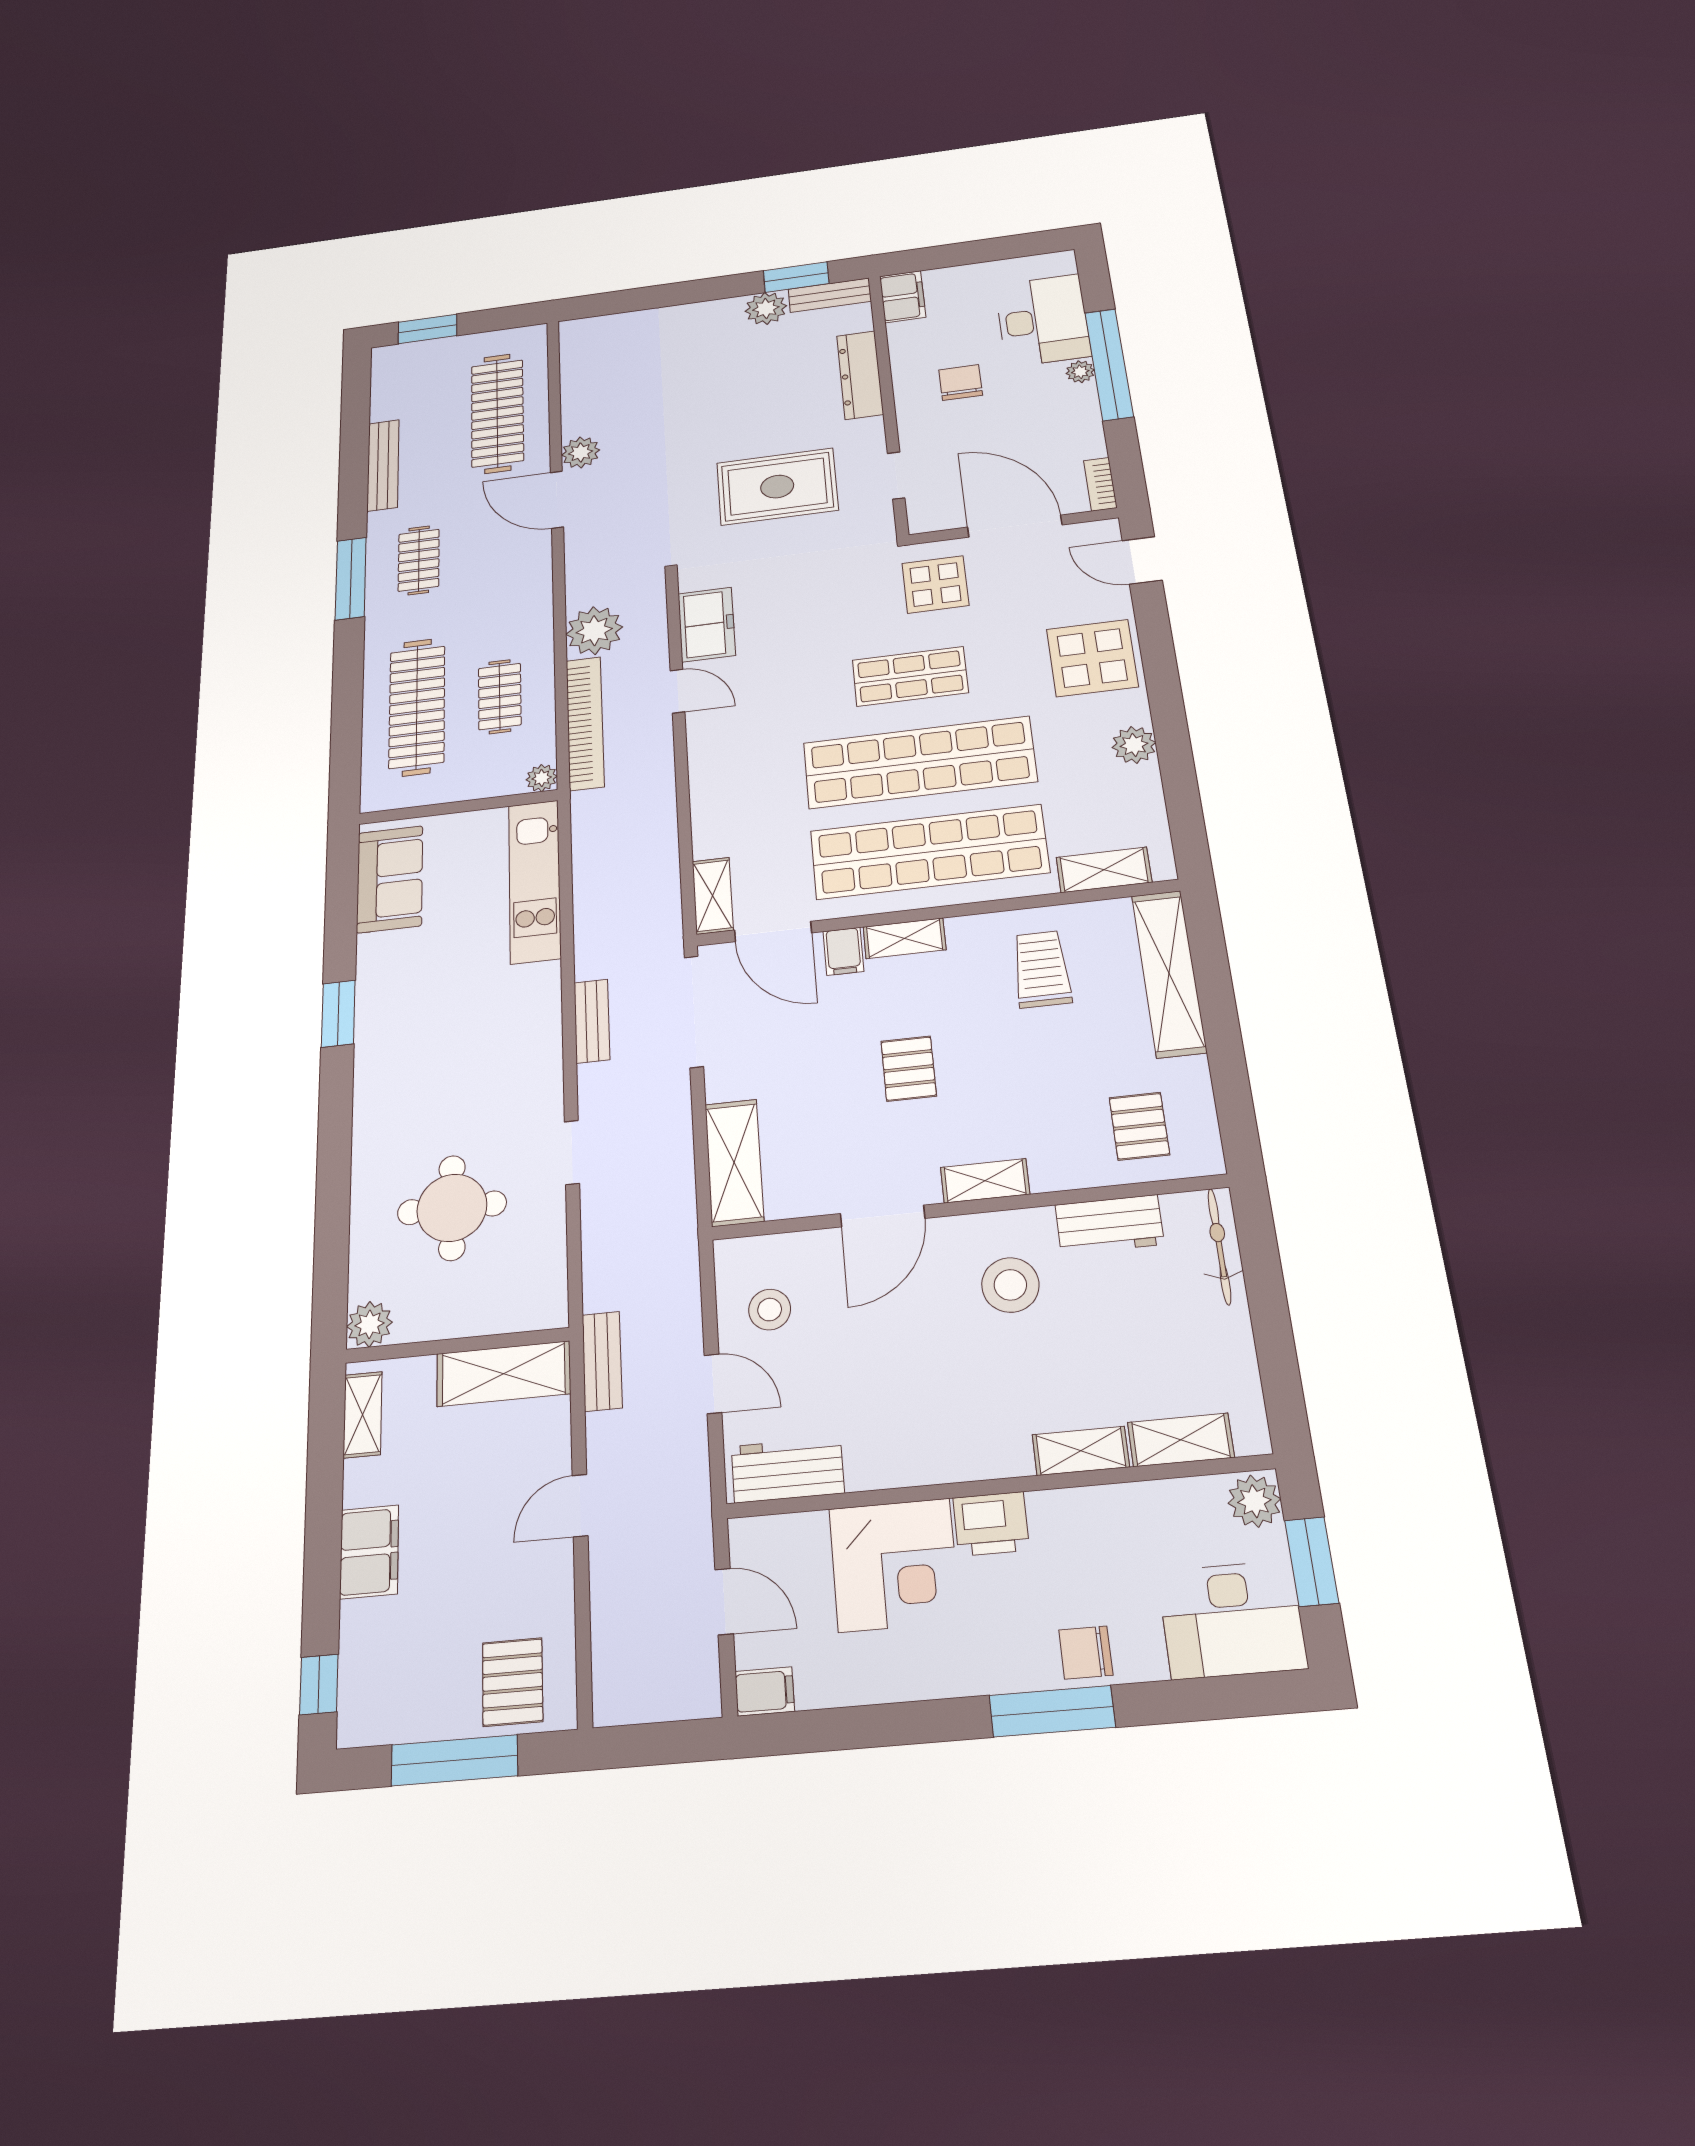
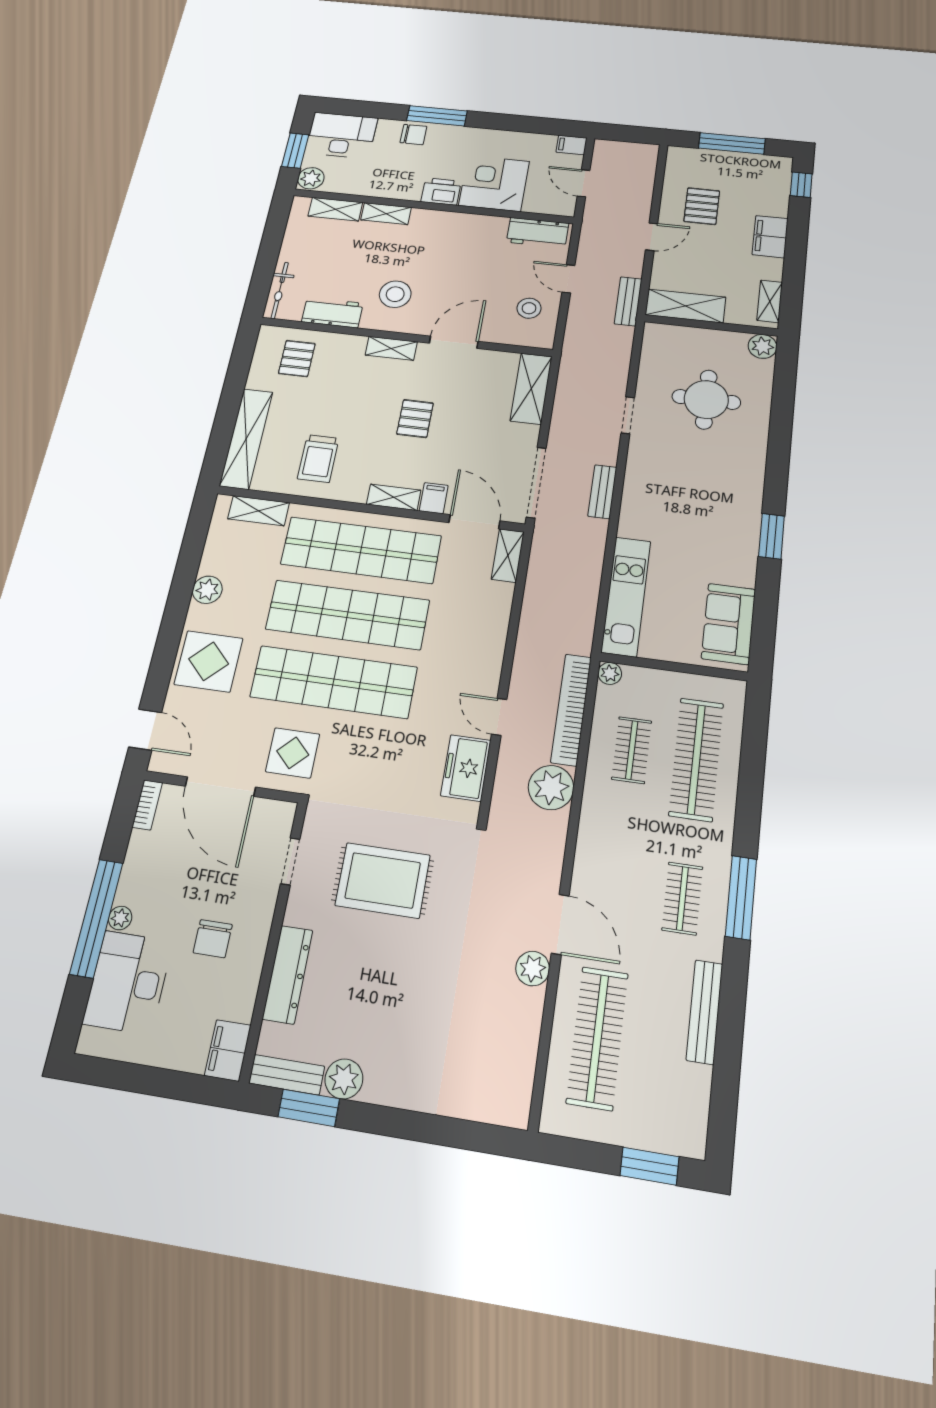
shop shelf: (910, 676) -> (334, 682), width x2.00, depth x1.36
pallet: (513, 1682) -> (702, 206), moved

